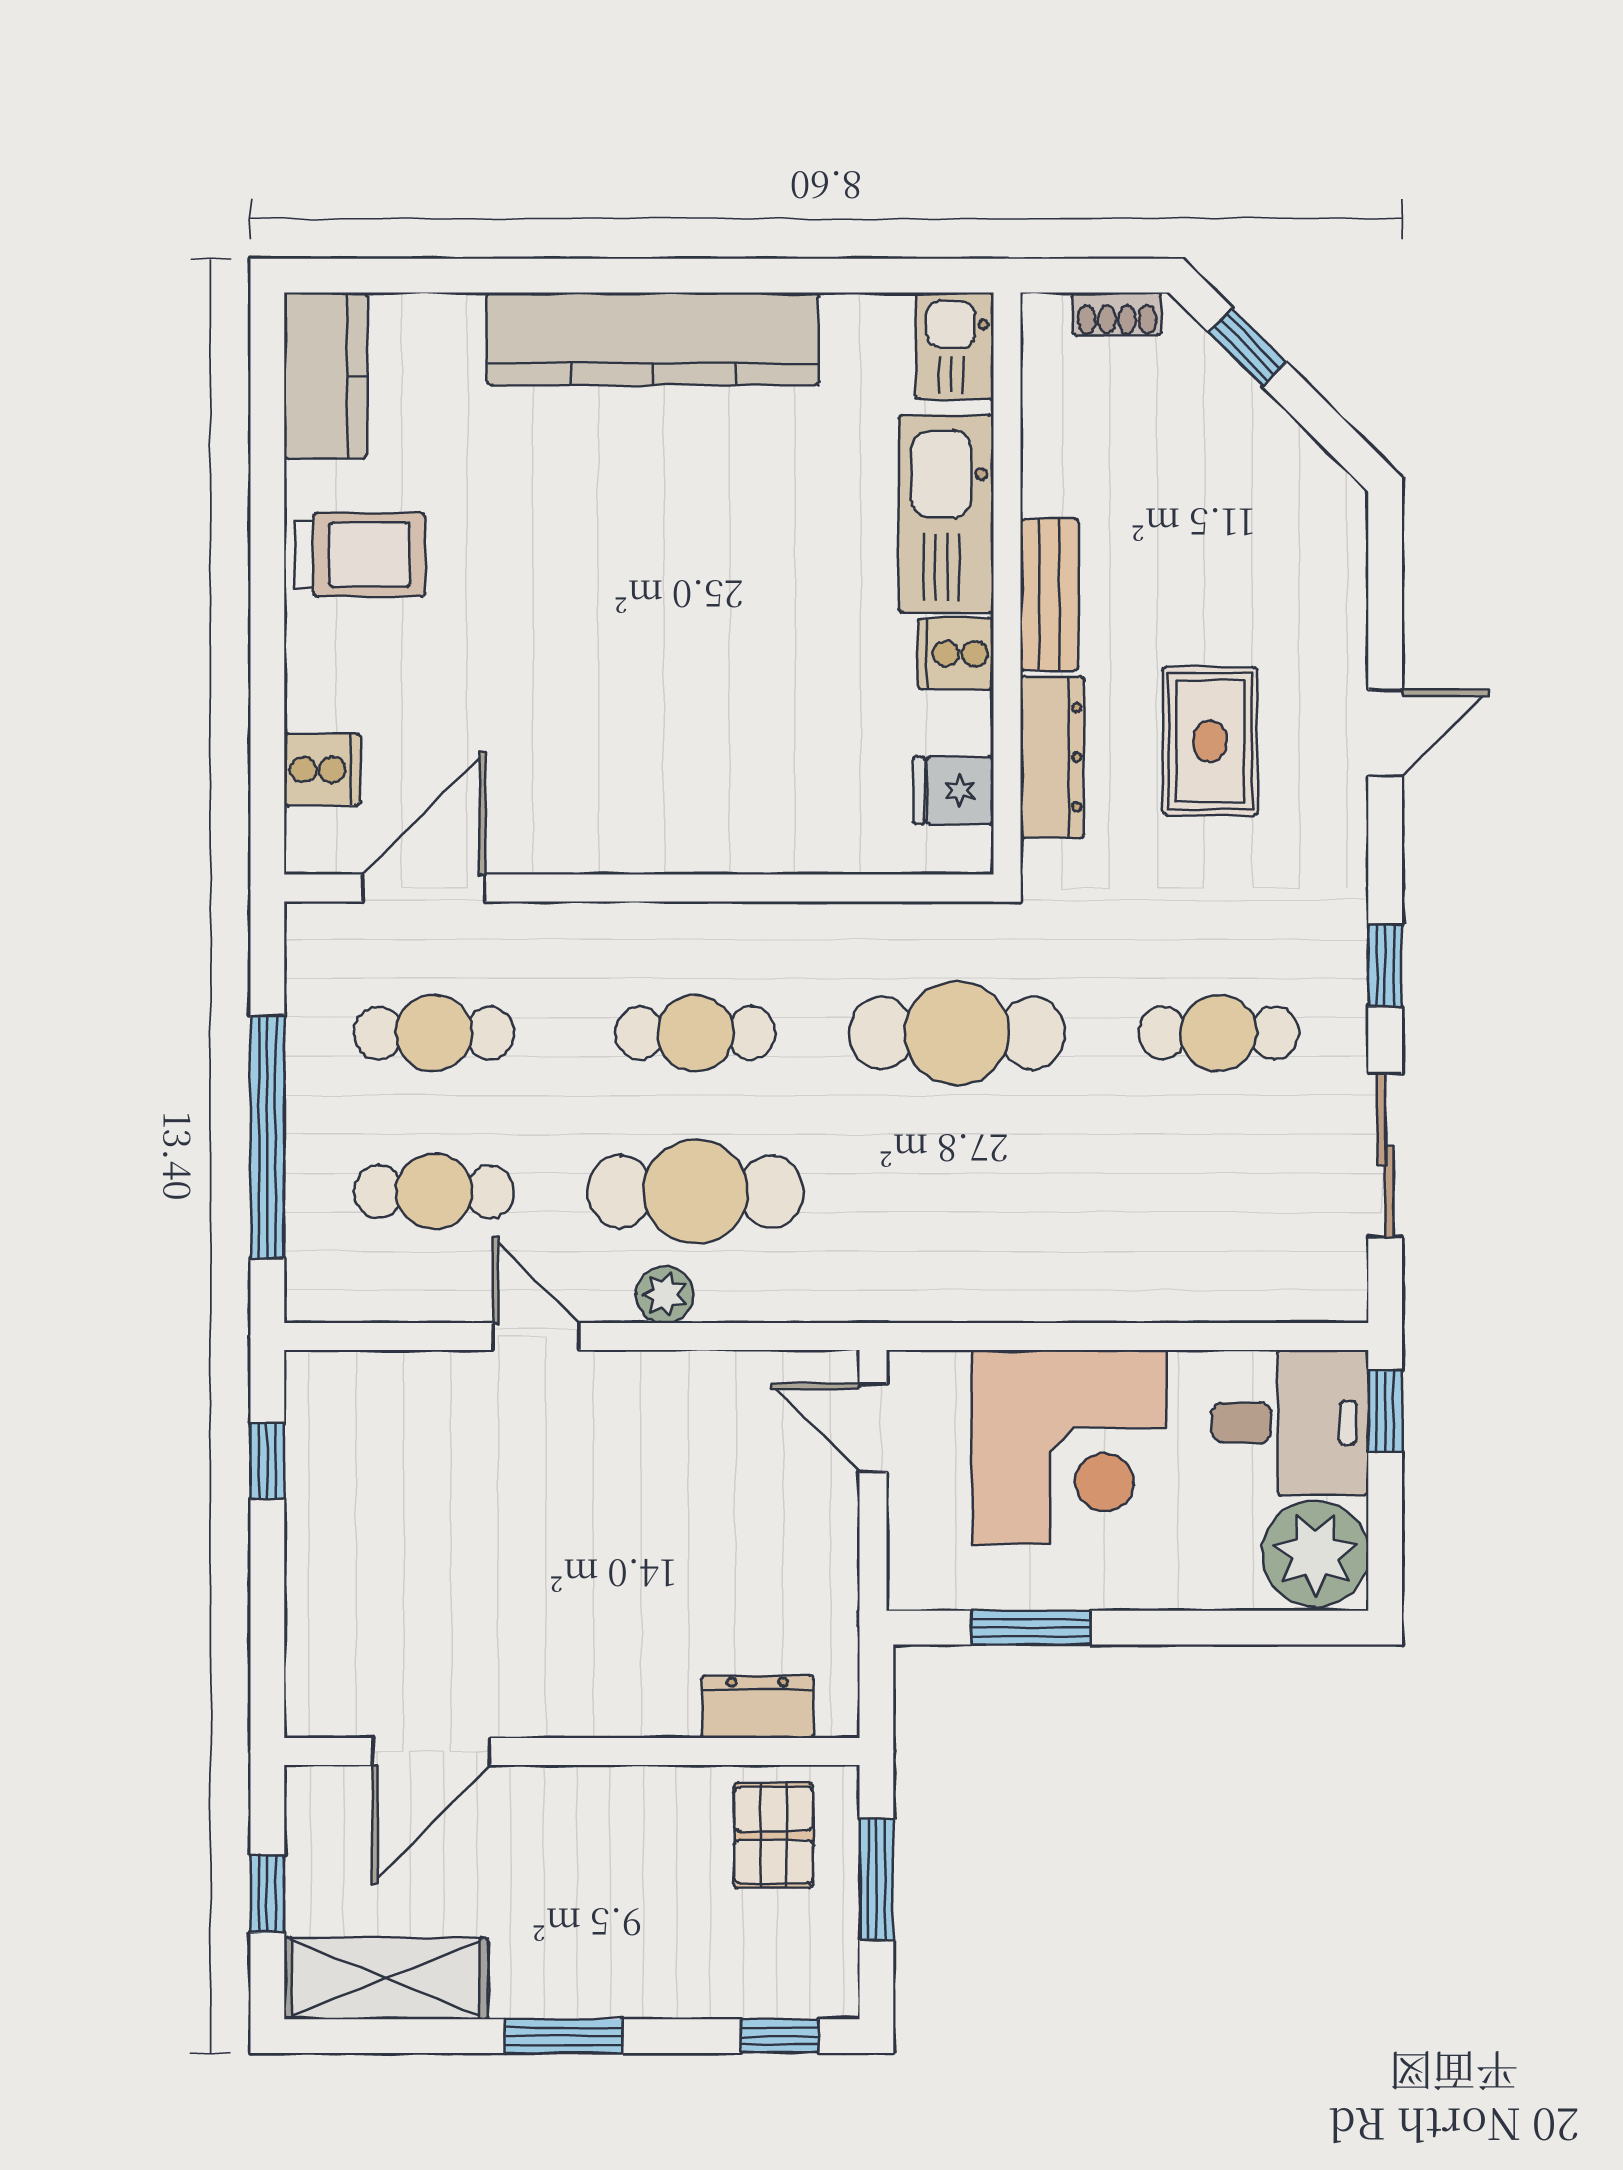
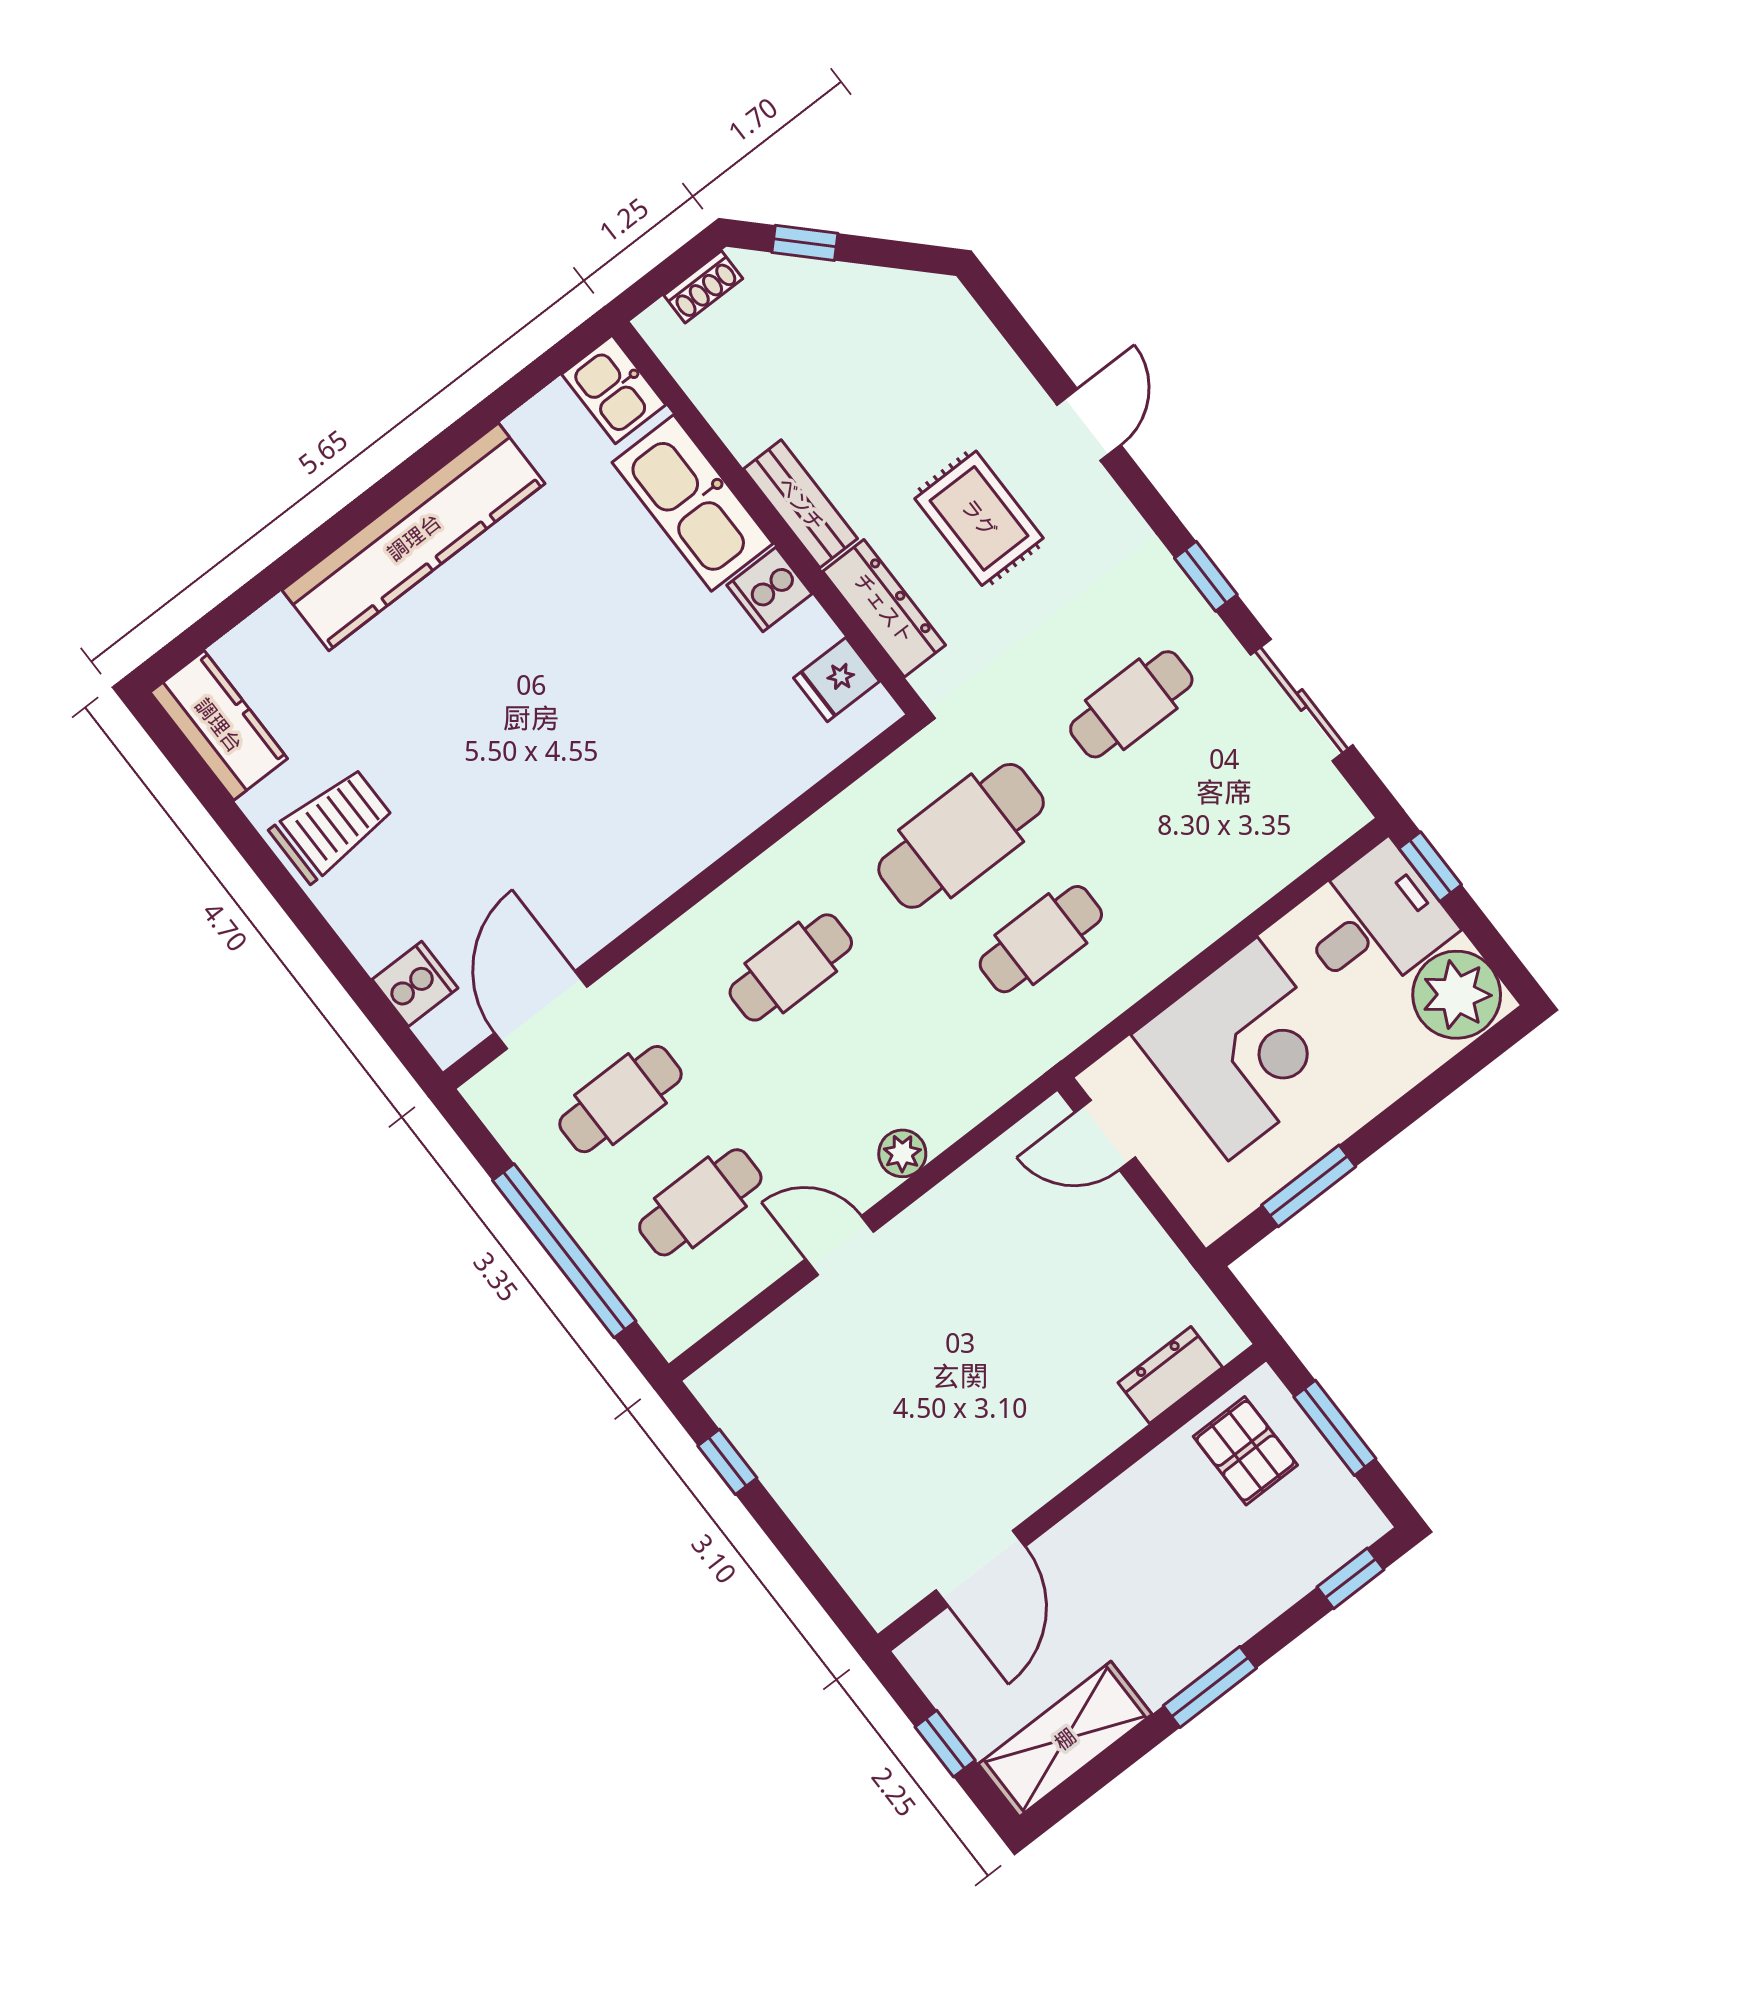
cafe table: (696, 1192) -> (1041, 939), moved, width x0.73, depth x0.74

